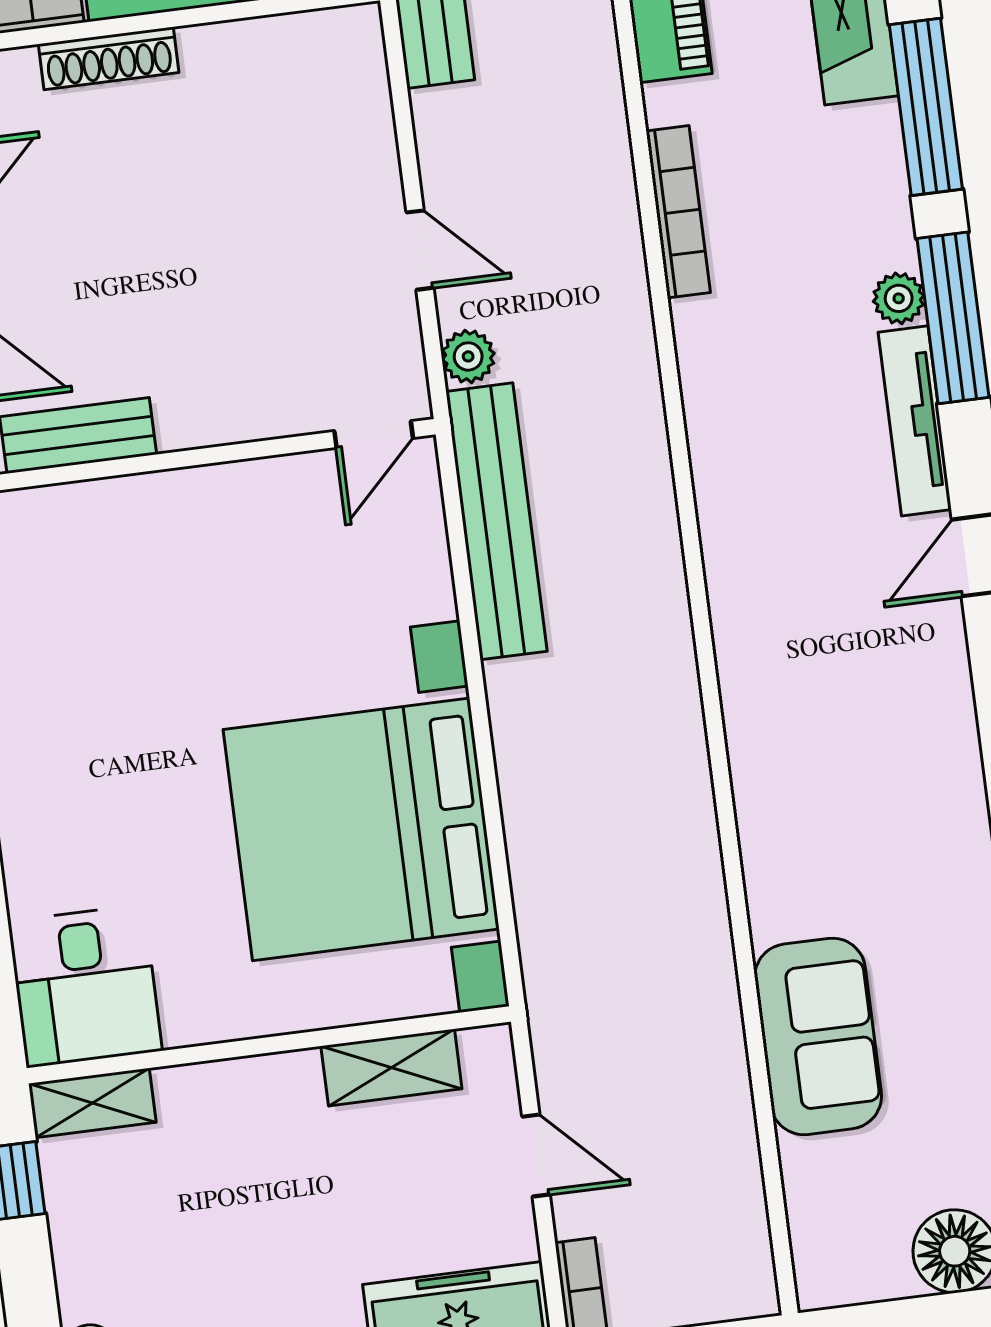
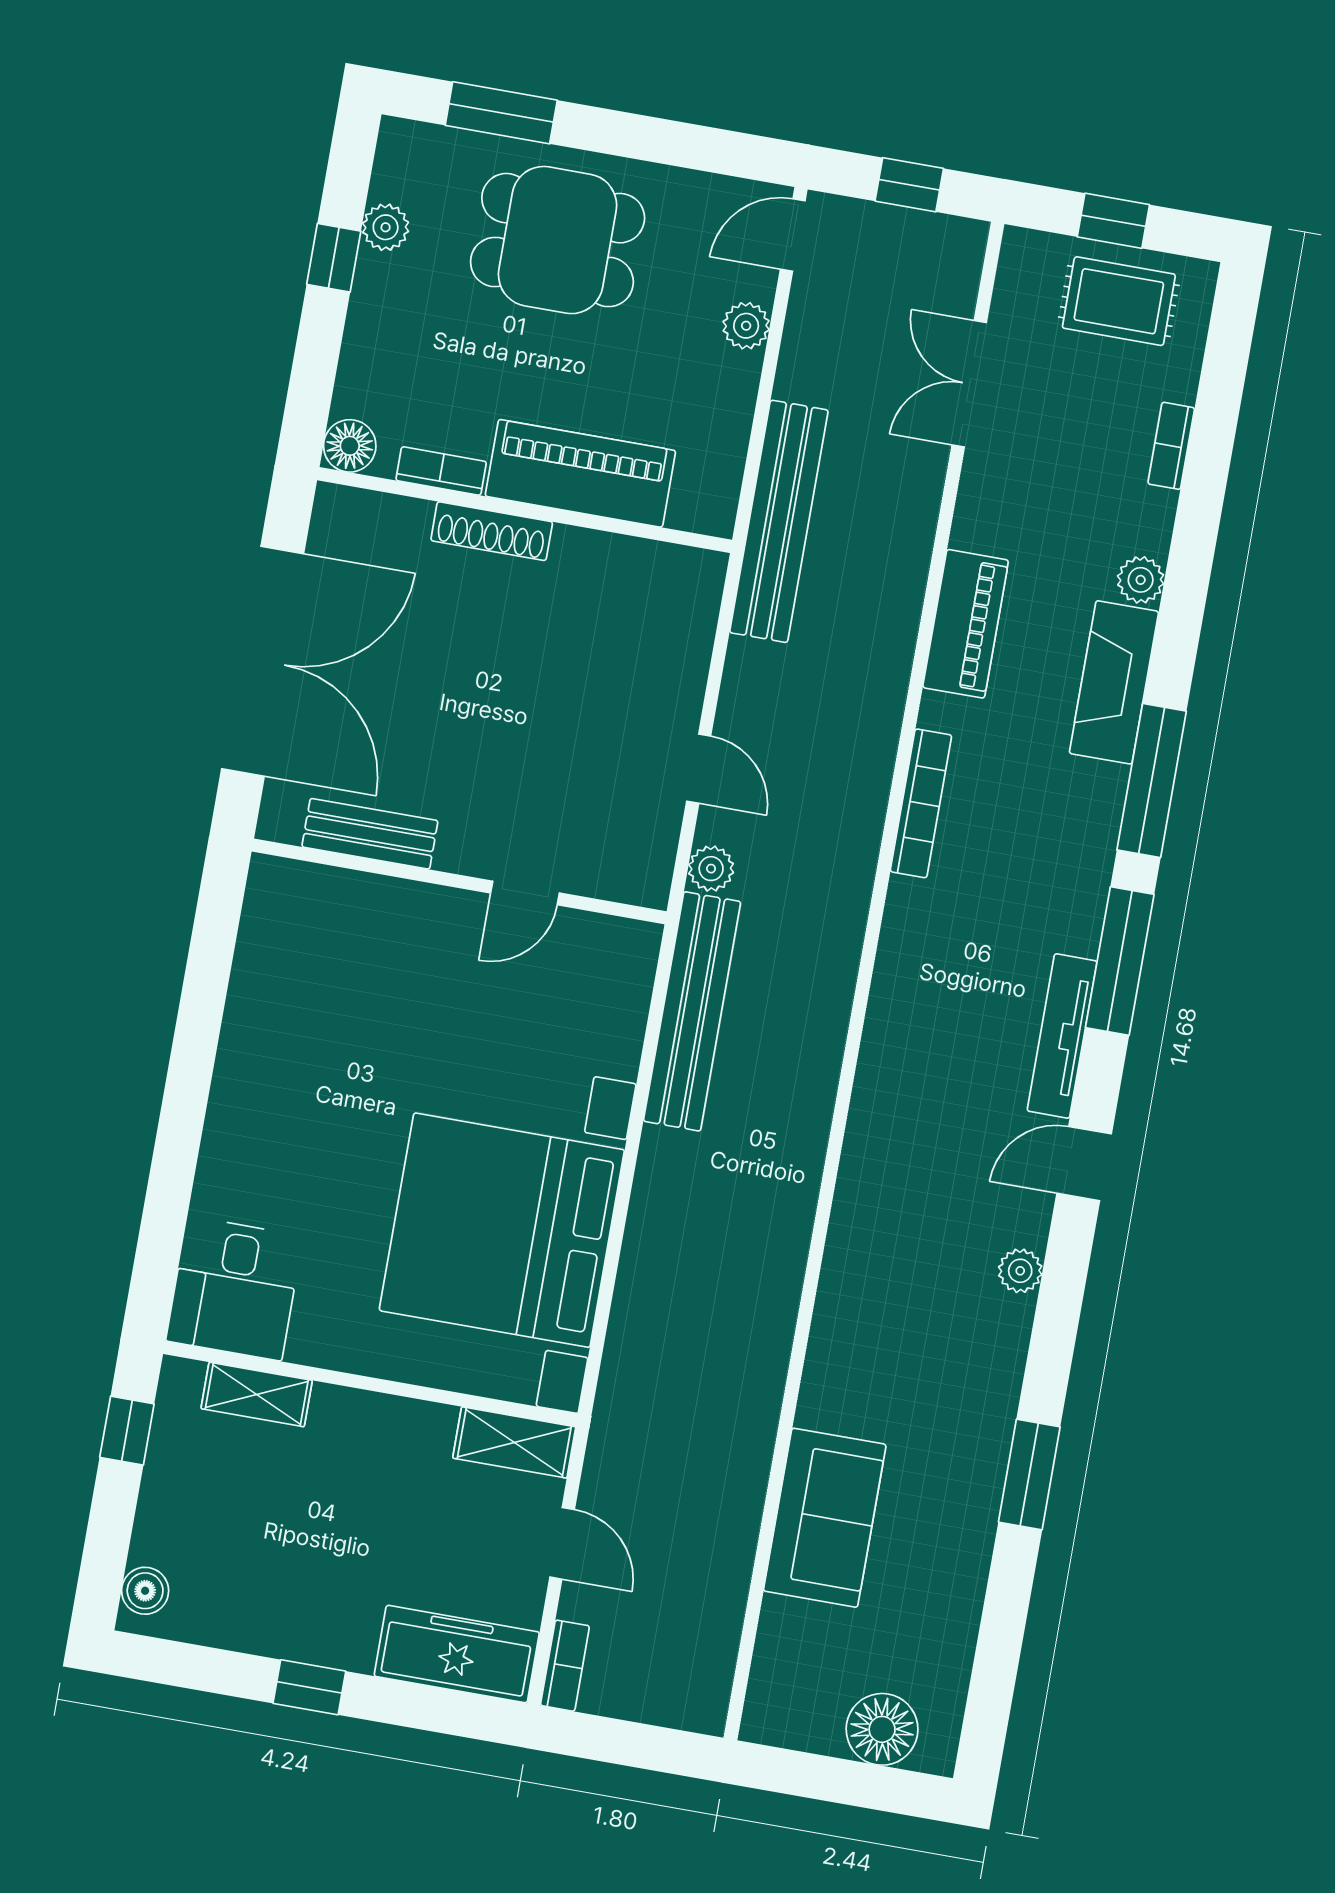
plant: (899, 298) -> (1020, 1271), moved
door: (374, 435) -> (525, 893), moved
shelving: (391, 1067) -> (514, 1442), moved
shelving: (92, 1103) -> (257, 1395), moved

